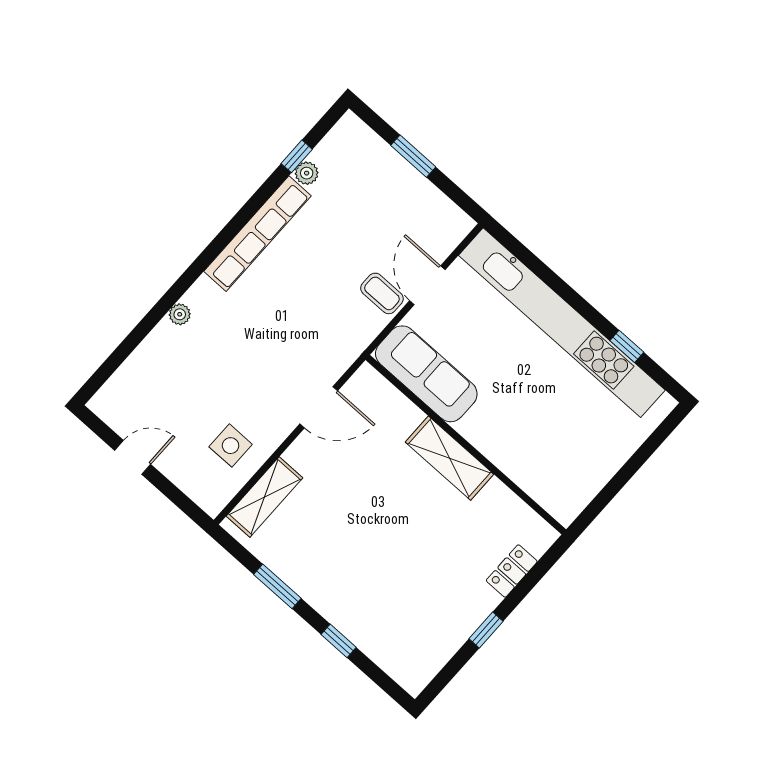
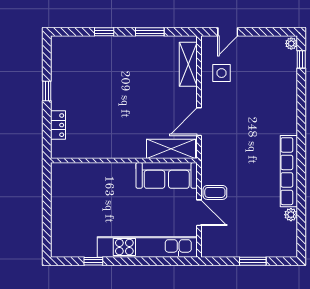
window: (297, 156) -> (301, 59), moved
plant: (180, 314) -> (291, 44), moved
kitchen unit: (562, 323) -> (147, 247), width x0.73
door: (133, 457) -> (228, 32), moved
shelving: (449, 458) -> (171, 149), moved

